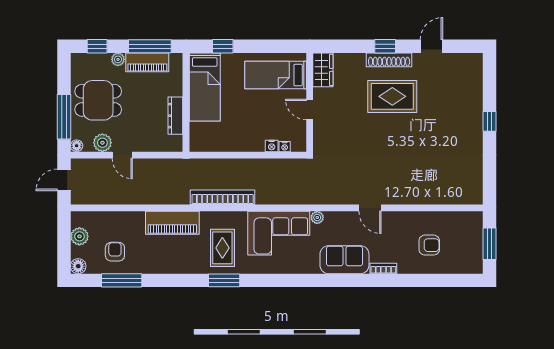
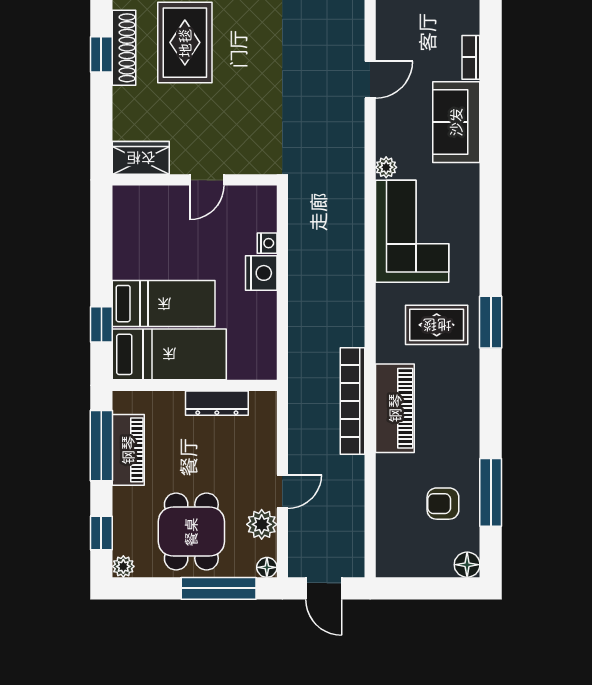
plant: (118, 59) -> (123, 566), moved
bed: (276, 75) -> (164, 304), moved, turned -90
nightstand: (285, 147) -> (261, 273), moved, width x1.89, depth x1.79
bookcase: (223, 197) -> (352, 401), moved
plant: (79, 236) -> (418, 562), removed

